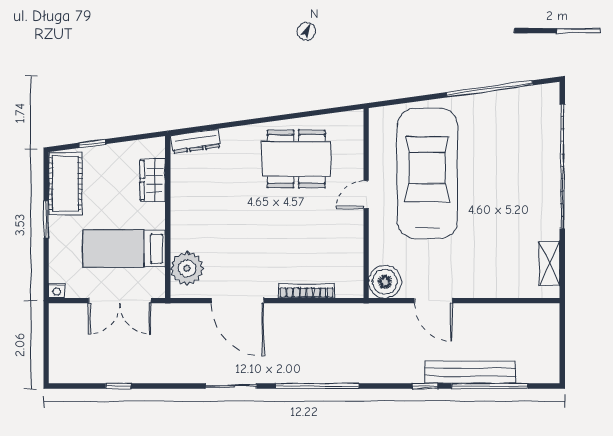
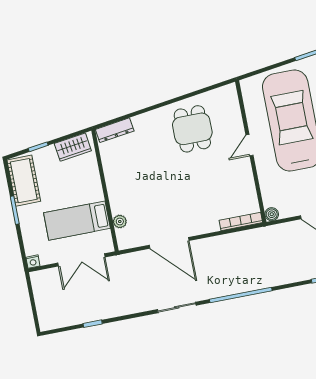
dining table: (296, 159) -> (192, 129), width x0.73
wardrobe: (153, 180) -> (73, 147), moved, turned -98
plant: (187, 268) -> (120, 222), width x0.53, depth x0.53
boiler: (385, 282) -> (272, 214), width x0.54, depth x0.54
bookcase: (306, 291) -> (241, 221), moved

